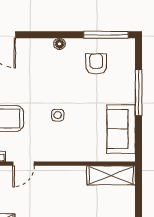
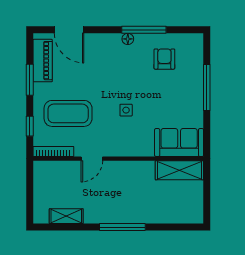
window: (106, 35) -> (144, 30), moved
sofa: (121, 129) -> (179, 143), moved, turned 90

